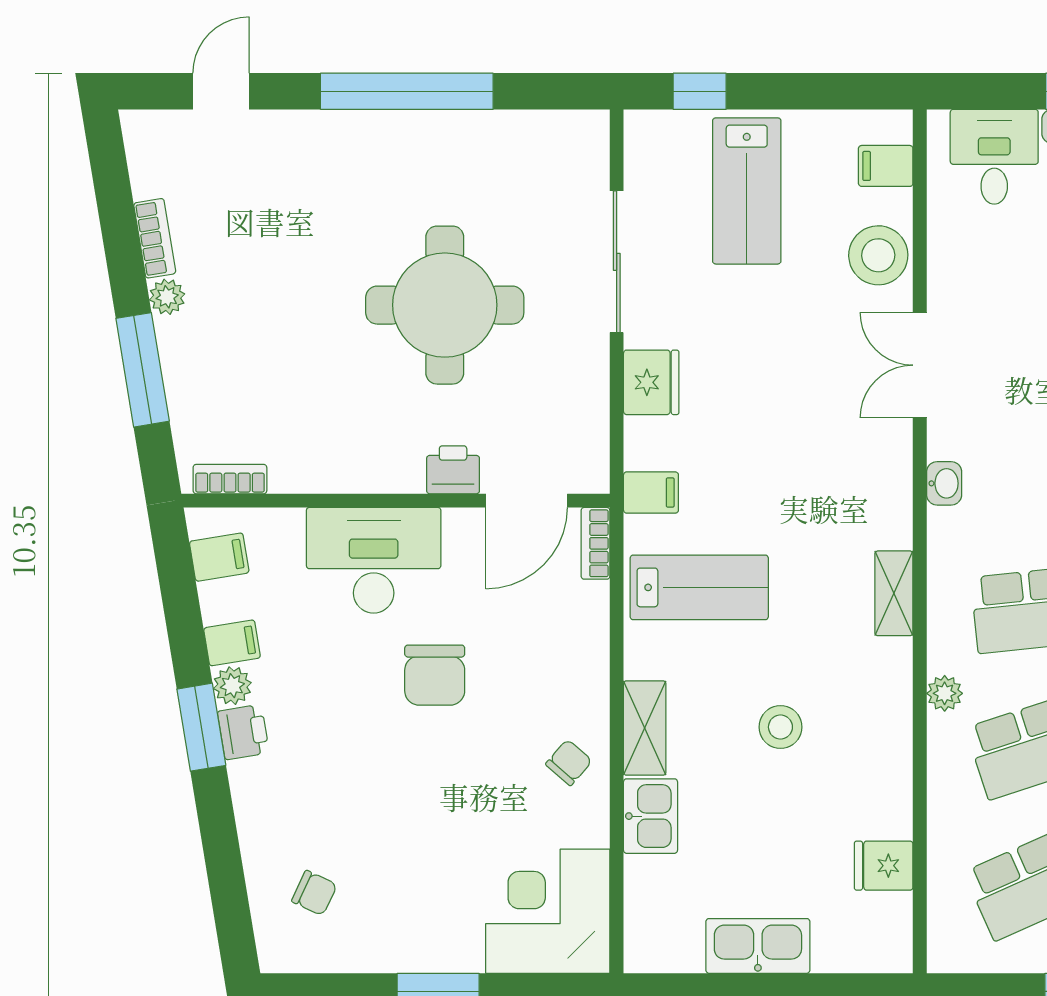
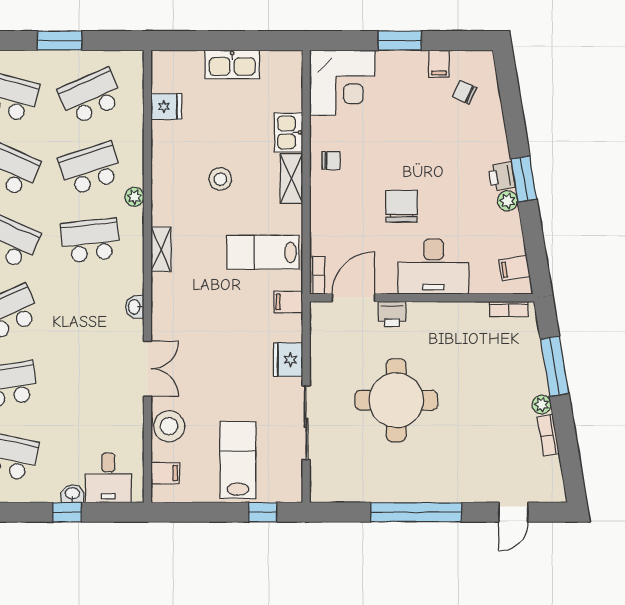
filing cabinet: (232, 643) -> (439, 64), moved, turned -81
chair: (569, 762) -> (331, 161), turned -131

